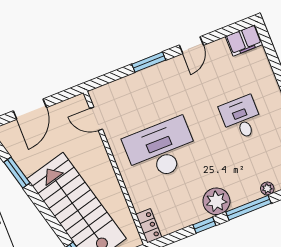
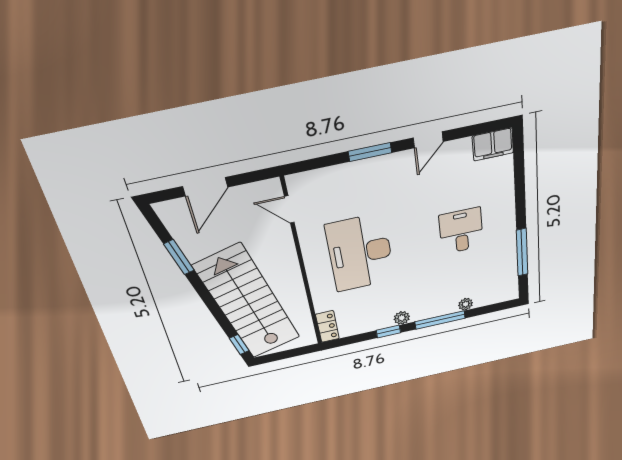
desk: (161, 150) -> (360, 253), turned -90
plant: (216, 201) -> (402, 318), width x0.53, depth x0.53

